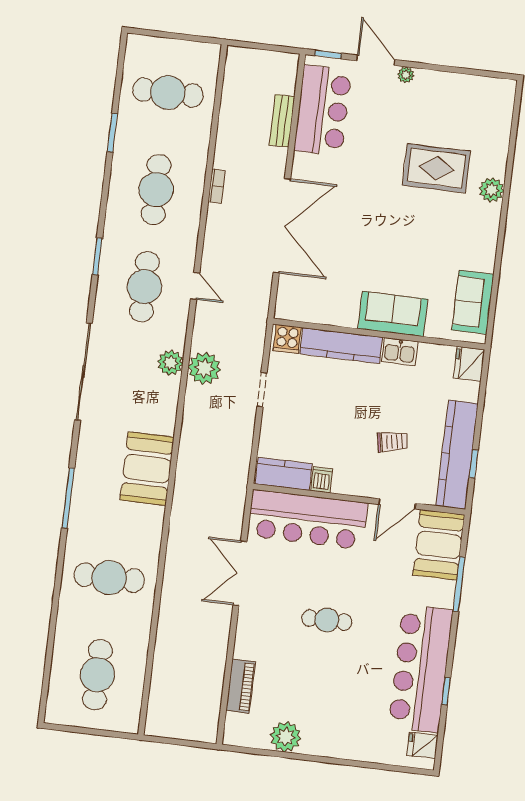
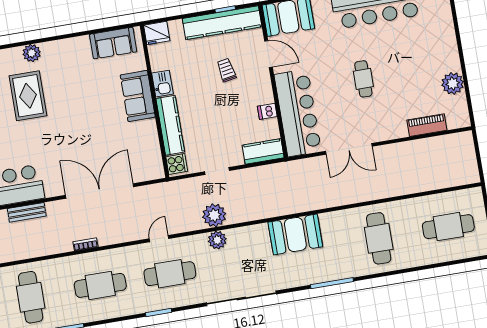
kitchen counter: (284, 474) -> (263, 151), moved, turned 90

